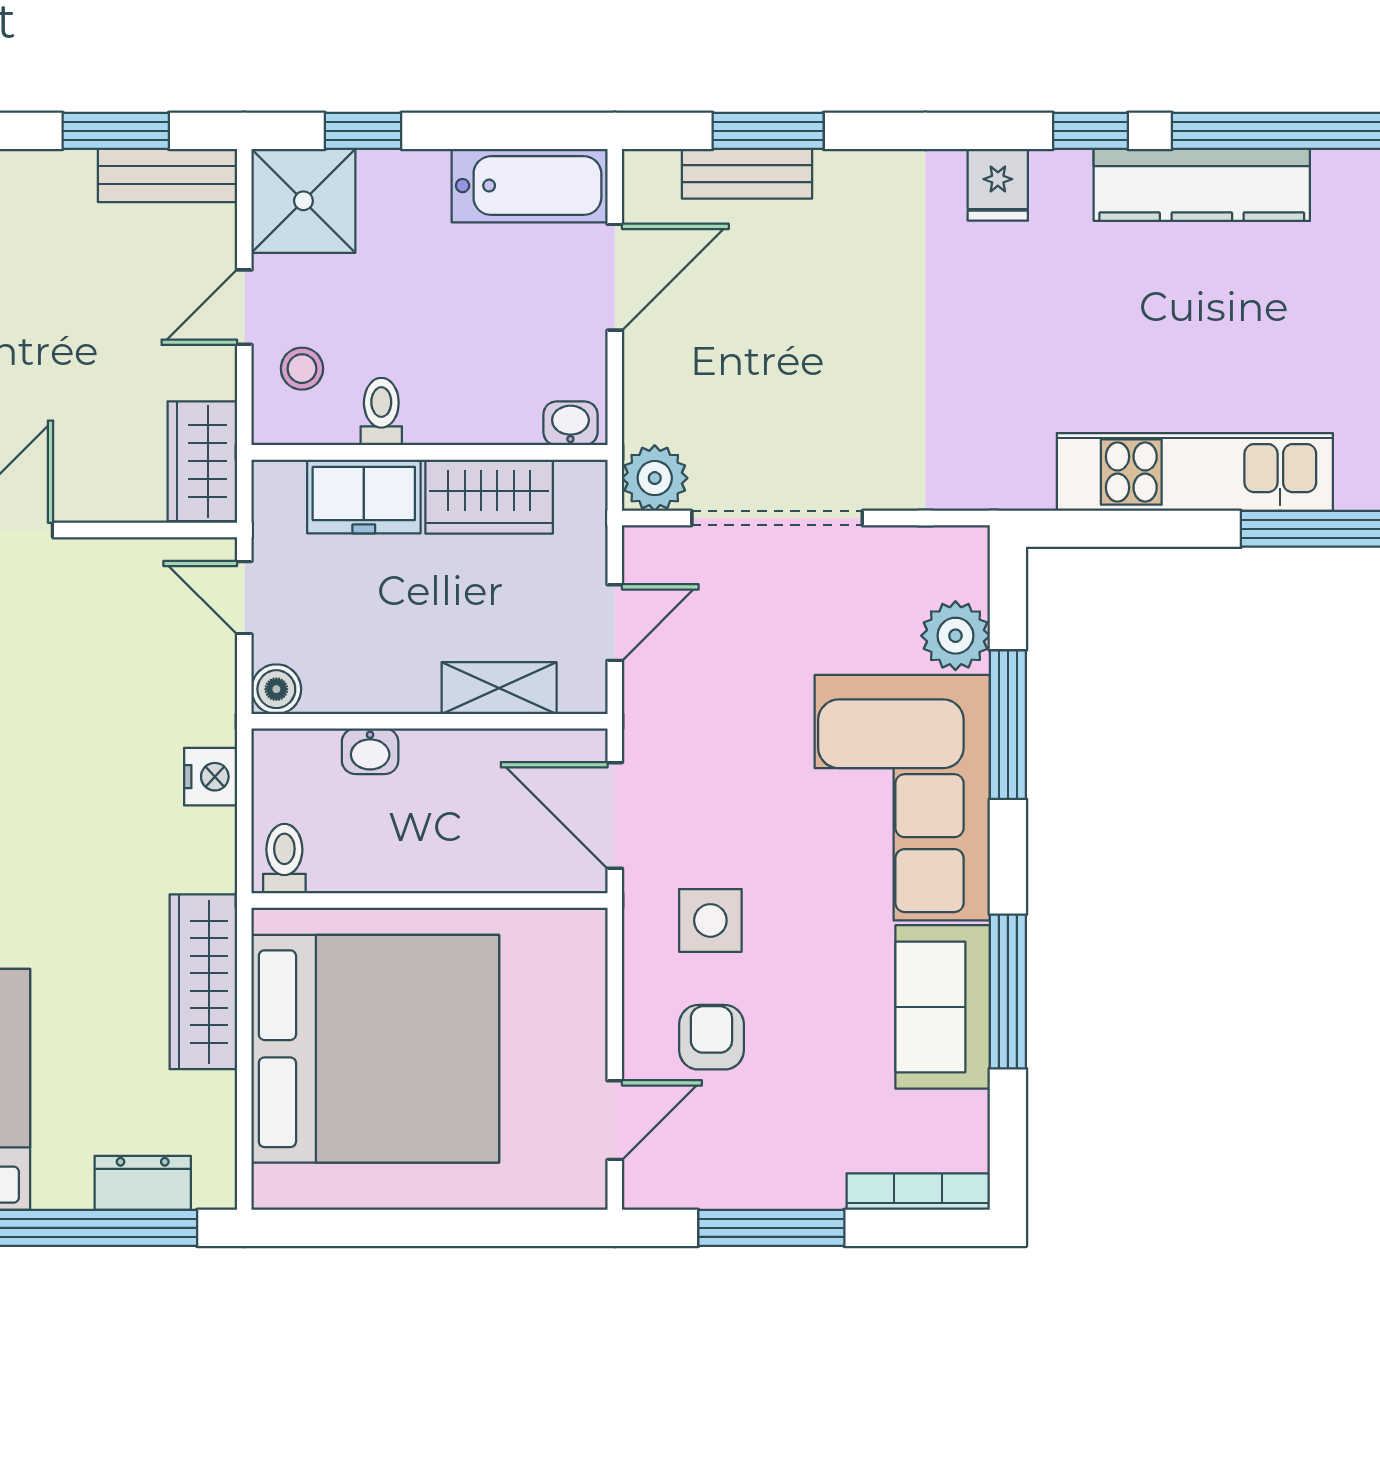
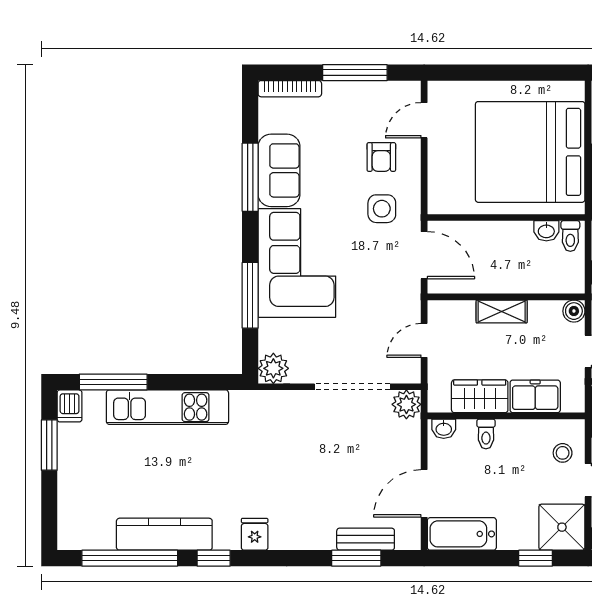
toilet: (381, 411) -> (486, 434), moved
plant: (955, 636) -> (273, 368), moved
shelving: (499, 688) -> (502, 311), moved
washbasin: (370, 751) -> (546, 231), moved, turned 180

